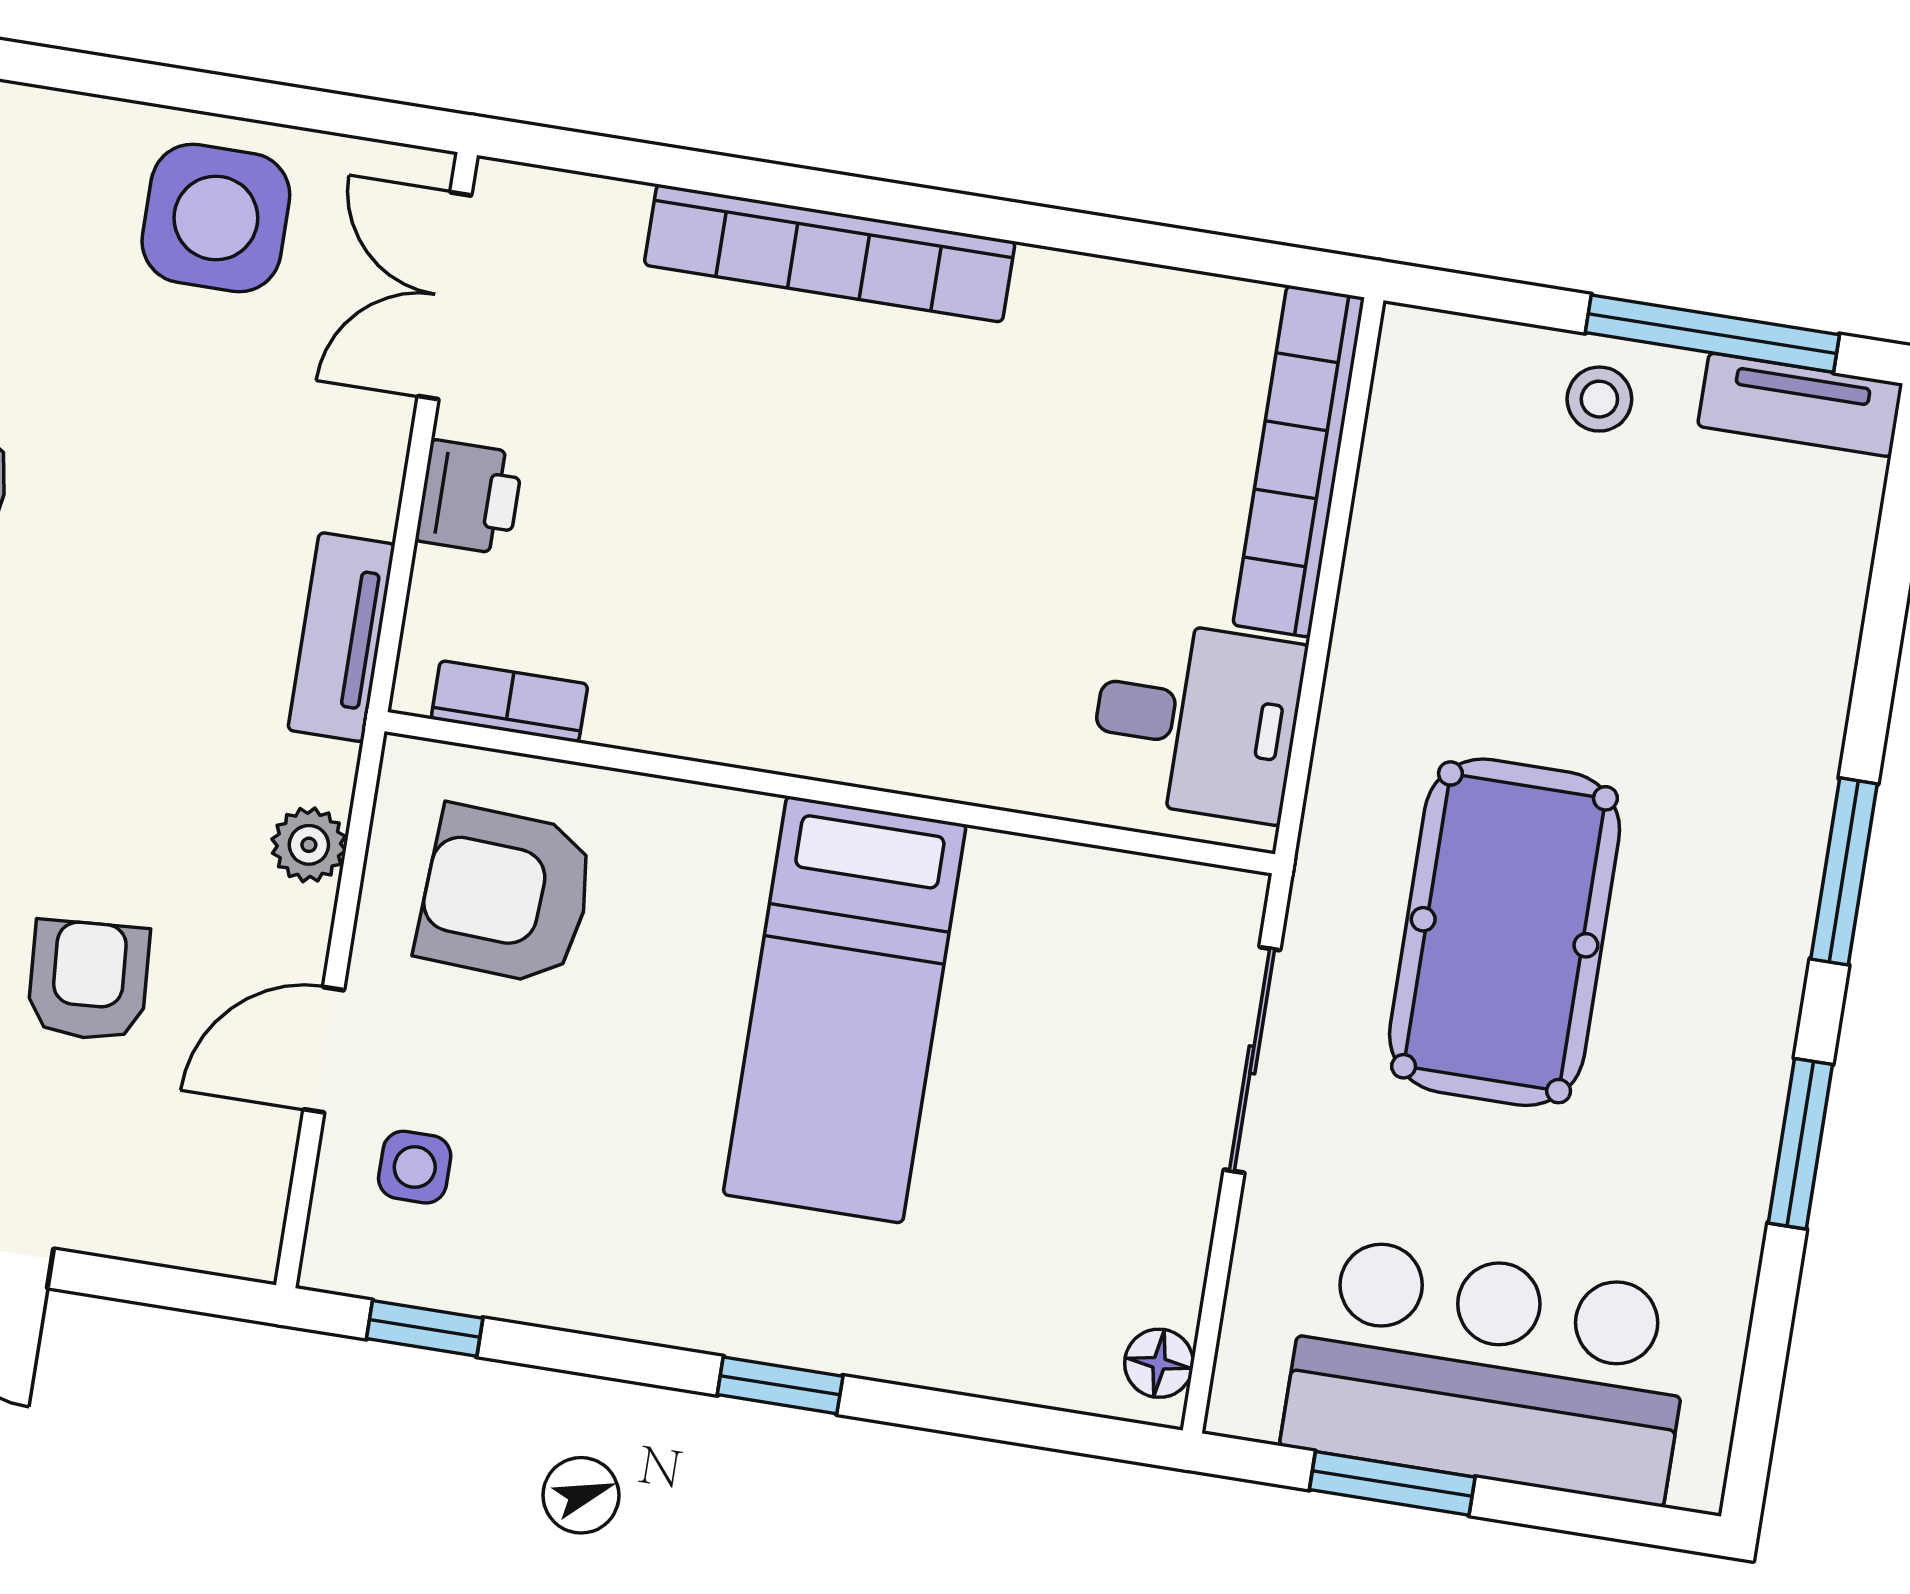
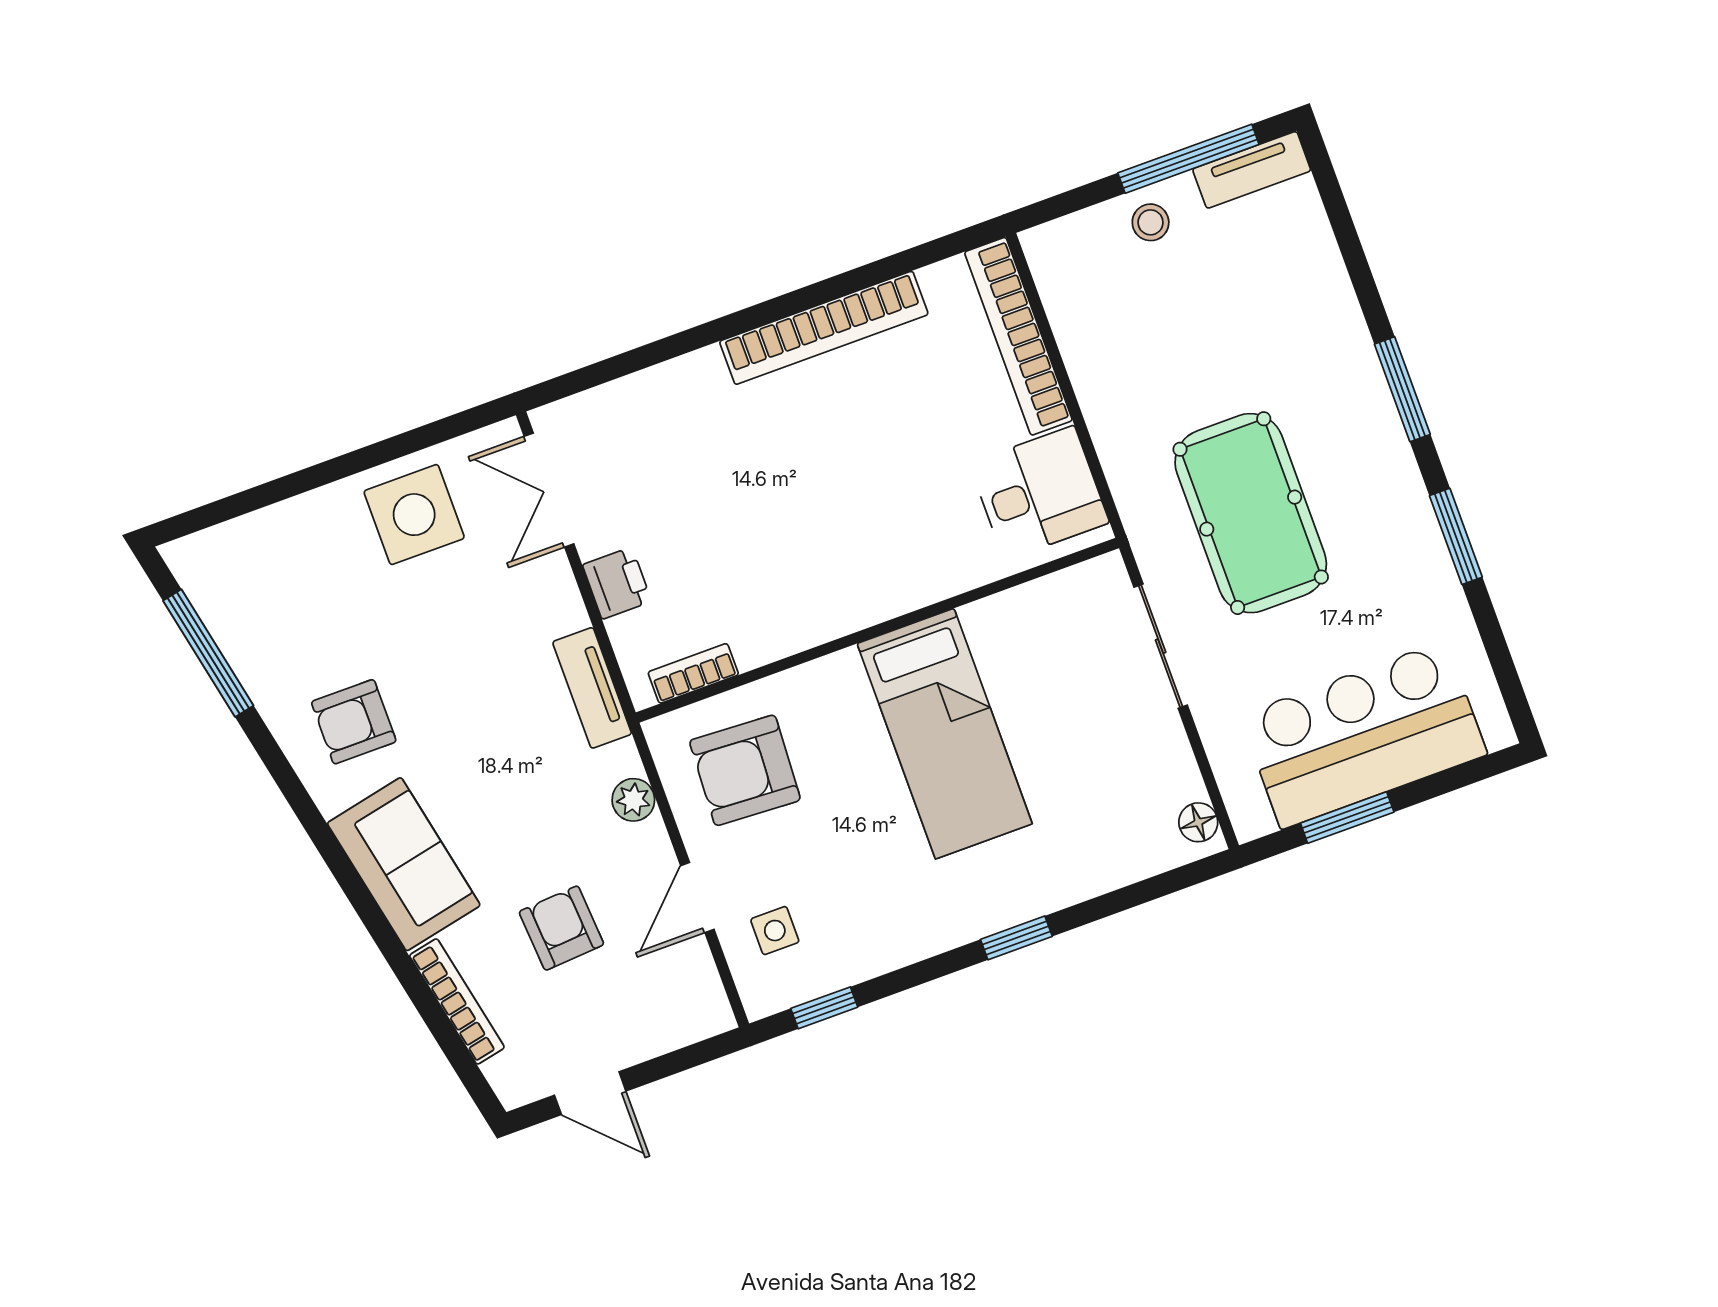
bookcase: (830, 253) -> (824, 328), moved

